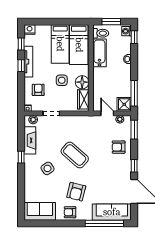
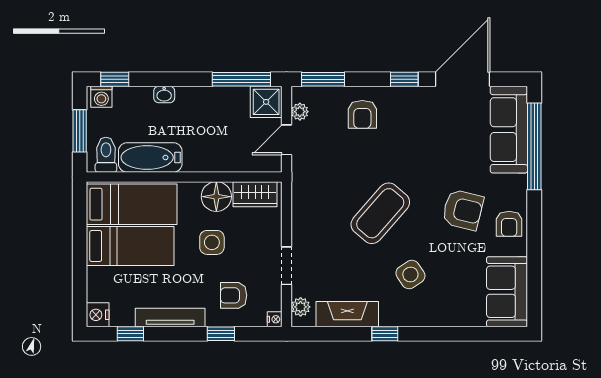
window: (21, 66) -> (221, 334), moved

